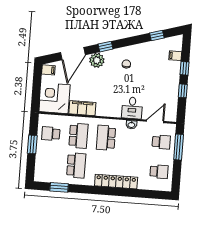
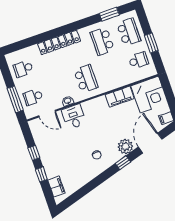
window: (157, 35) -> (80, 194), removed
filing cabinet: (175, 56) -> (56, 187), width x2.00
door: (155, 121) -> (47, 114), hinge flipped
school desk: (78, 136) -> (129, 32), moved, turned 180

